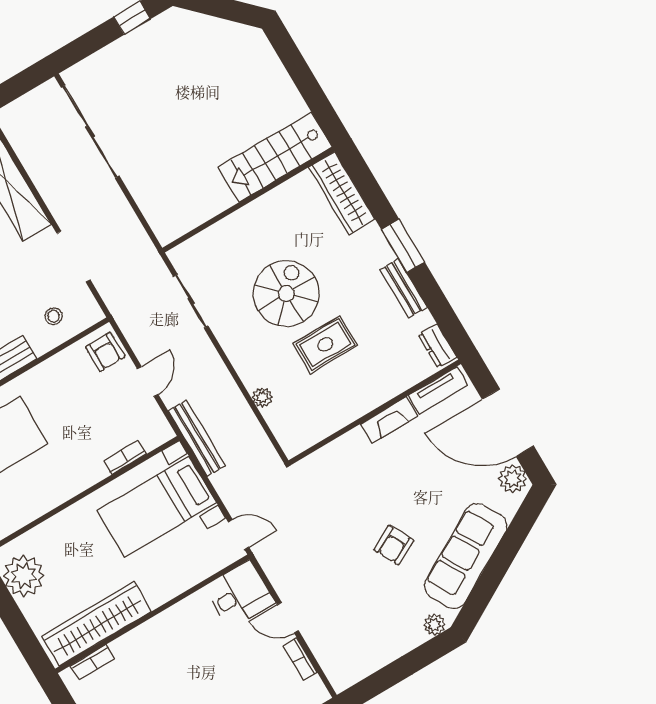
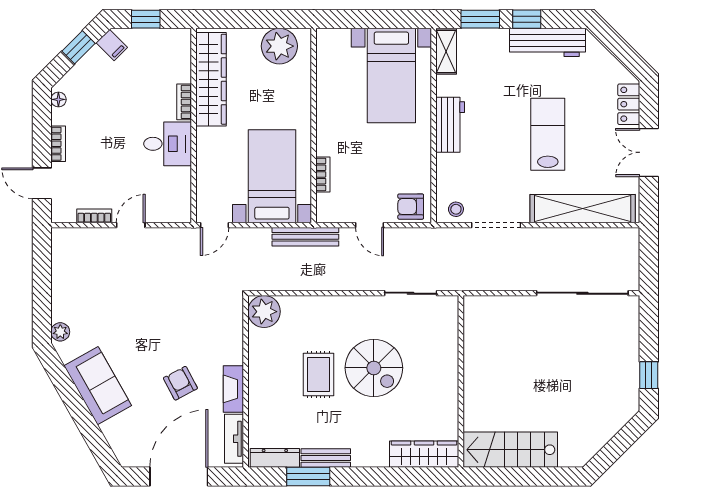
stairs: (275, 157) -> (510, 450), moved, turned -90
window: (403, 246) -> (308, 477), moved
stool: (54, 316) -> (456, 209), moved
dresser: (438, 346) -> (275, 458), width x1.44
plant: (262, 397) -> (264, 312), moved, width x1.88, depth x1.88
plant: (513, 479) -> (135, 455), removed
armchair: (394, 545) -> (180, 383), moved
sofa: (466, 556) -> (98, 386), width x0.73
desk: (239, 595) -> (168, 144), moved, turned -90
bookcase: (93, 662) -> (184, 102), moved

